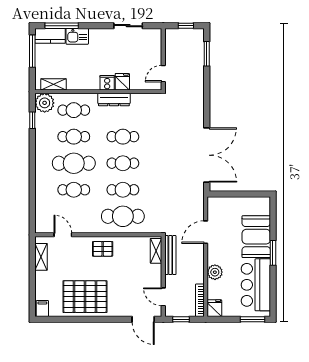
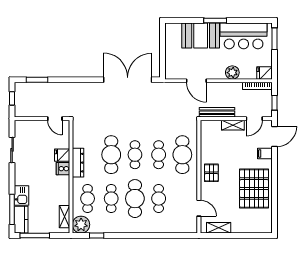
cafe table: (123, 137) -> (111, 155), width x1.37, depth x1.35
door: (63, 235) -> (199, 208), swing flipped
shelving: (156, 251) -> (233, 125), moved
filing cabinet: (42, 309) -> (265, 153), moved

